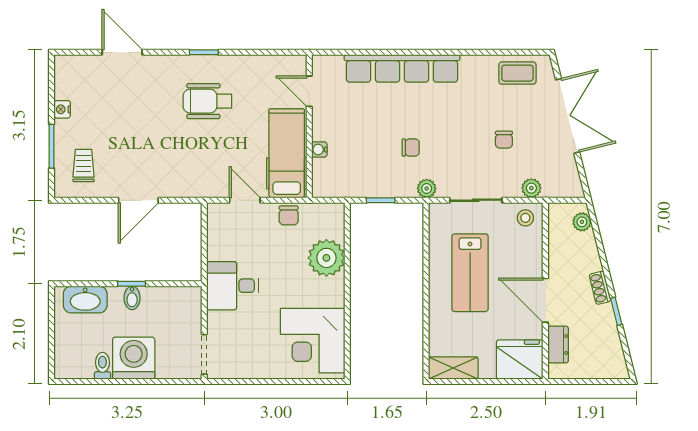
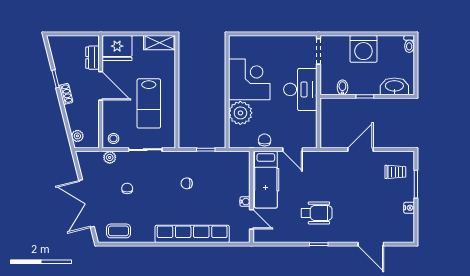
water cooler: (319, 150) -> (245, 202), moved
trolley: (84, 166) -> (395, 172), turned -90
plant: (427, 188) -> (176, 157), removed
lab bench: (470, 273) -> (149, 103), turned 180
desk: (233, 286) -> (300, 89), width x1.37
bidet: (132, 298) -> (342, 87), moved
corner desk: (313, 341) -> (249, 79), moved
toilet: (102, 366) -> (409, 44), moved

